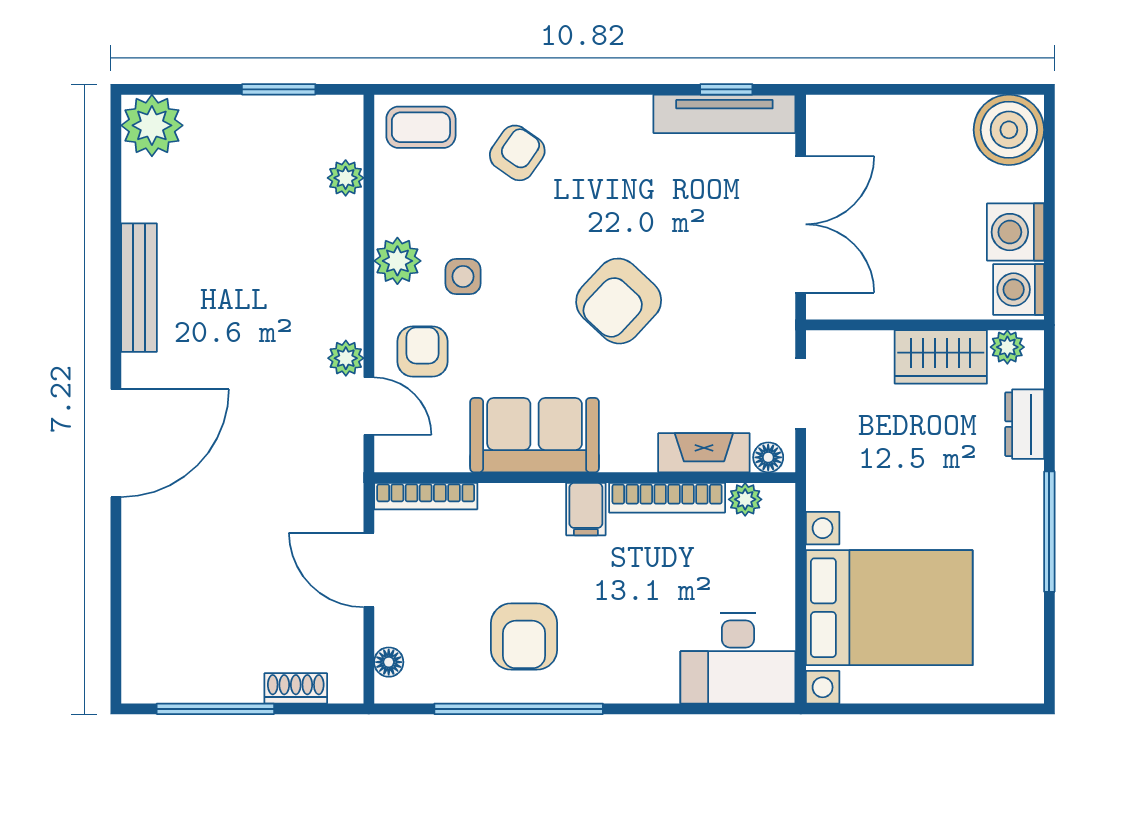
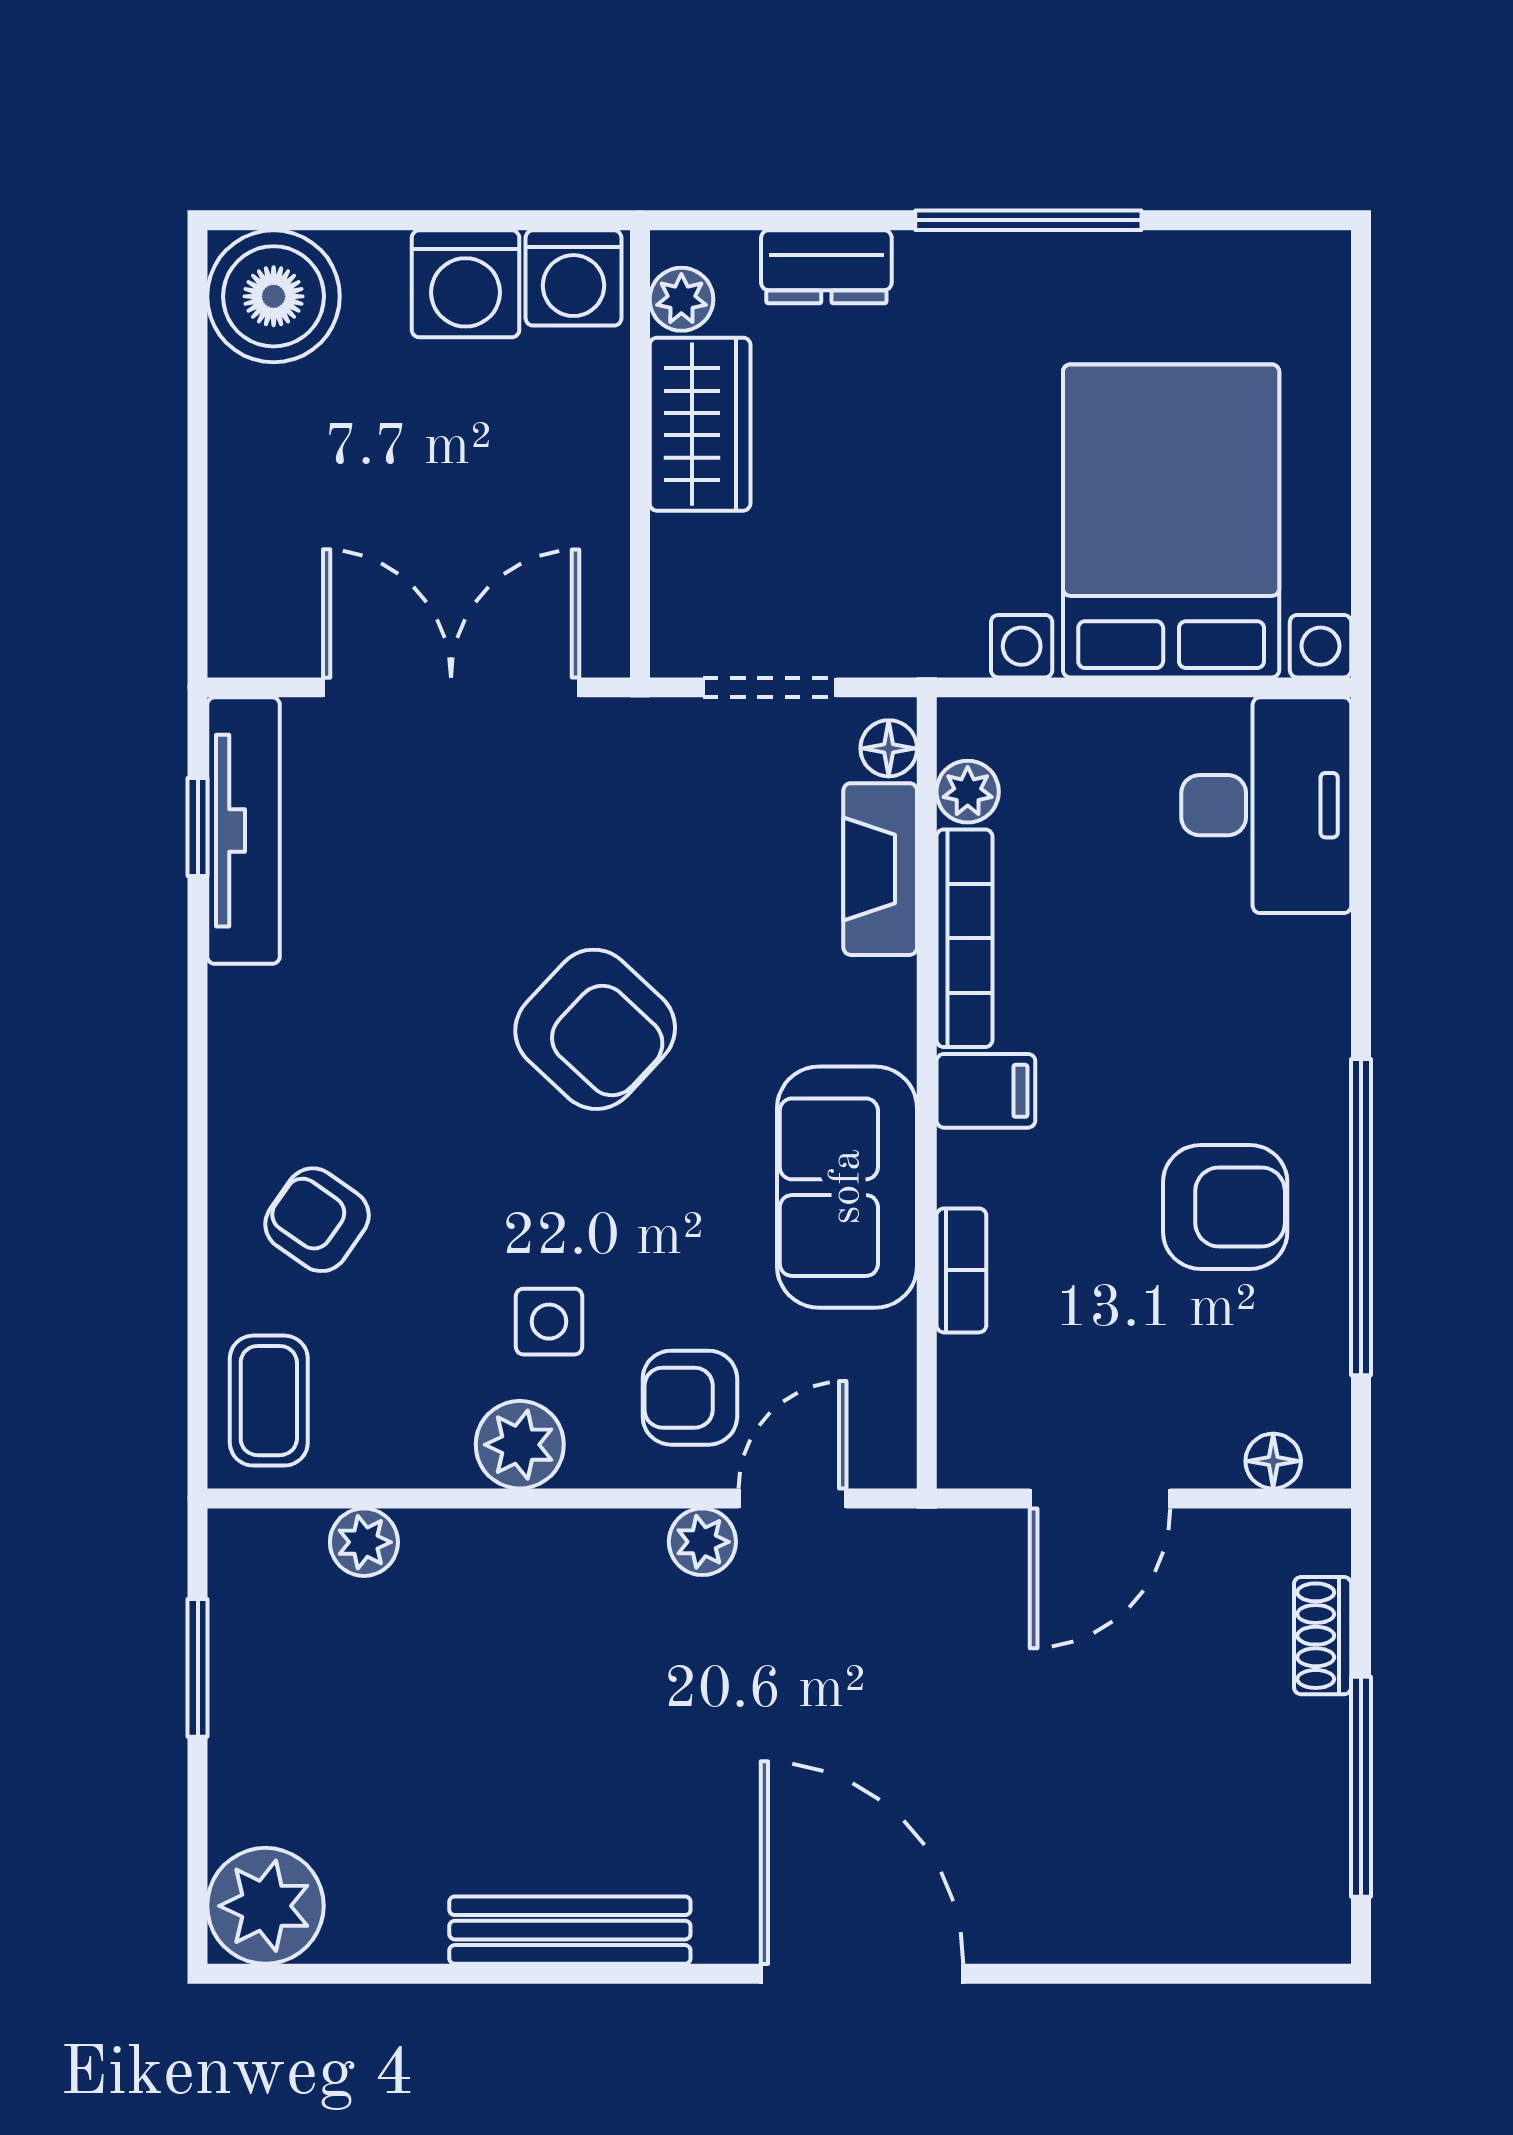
bookcase: (426, 496) -> (961, 1270), moved, width x0.64

